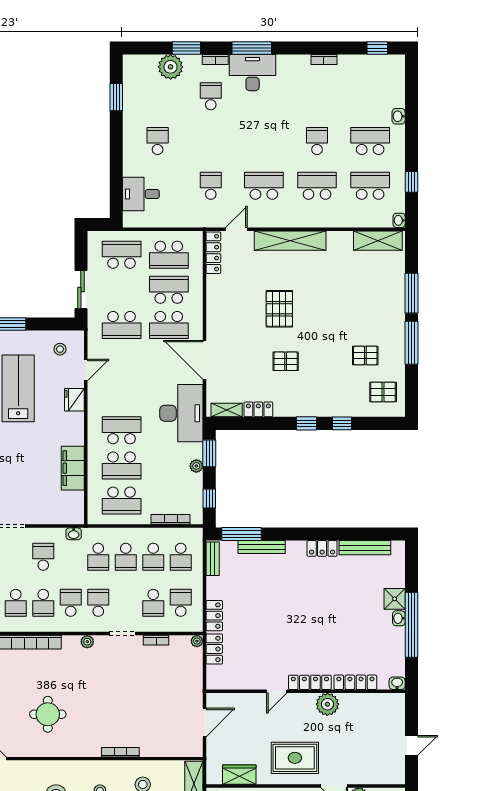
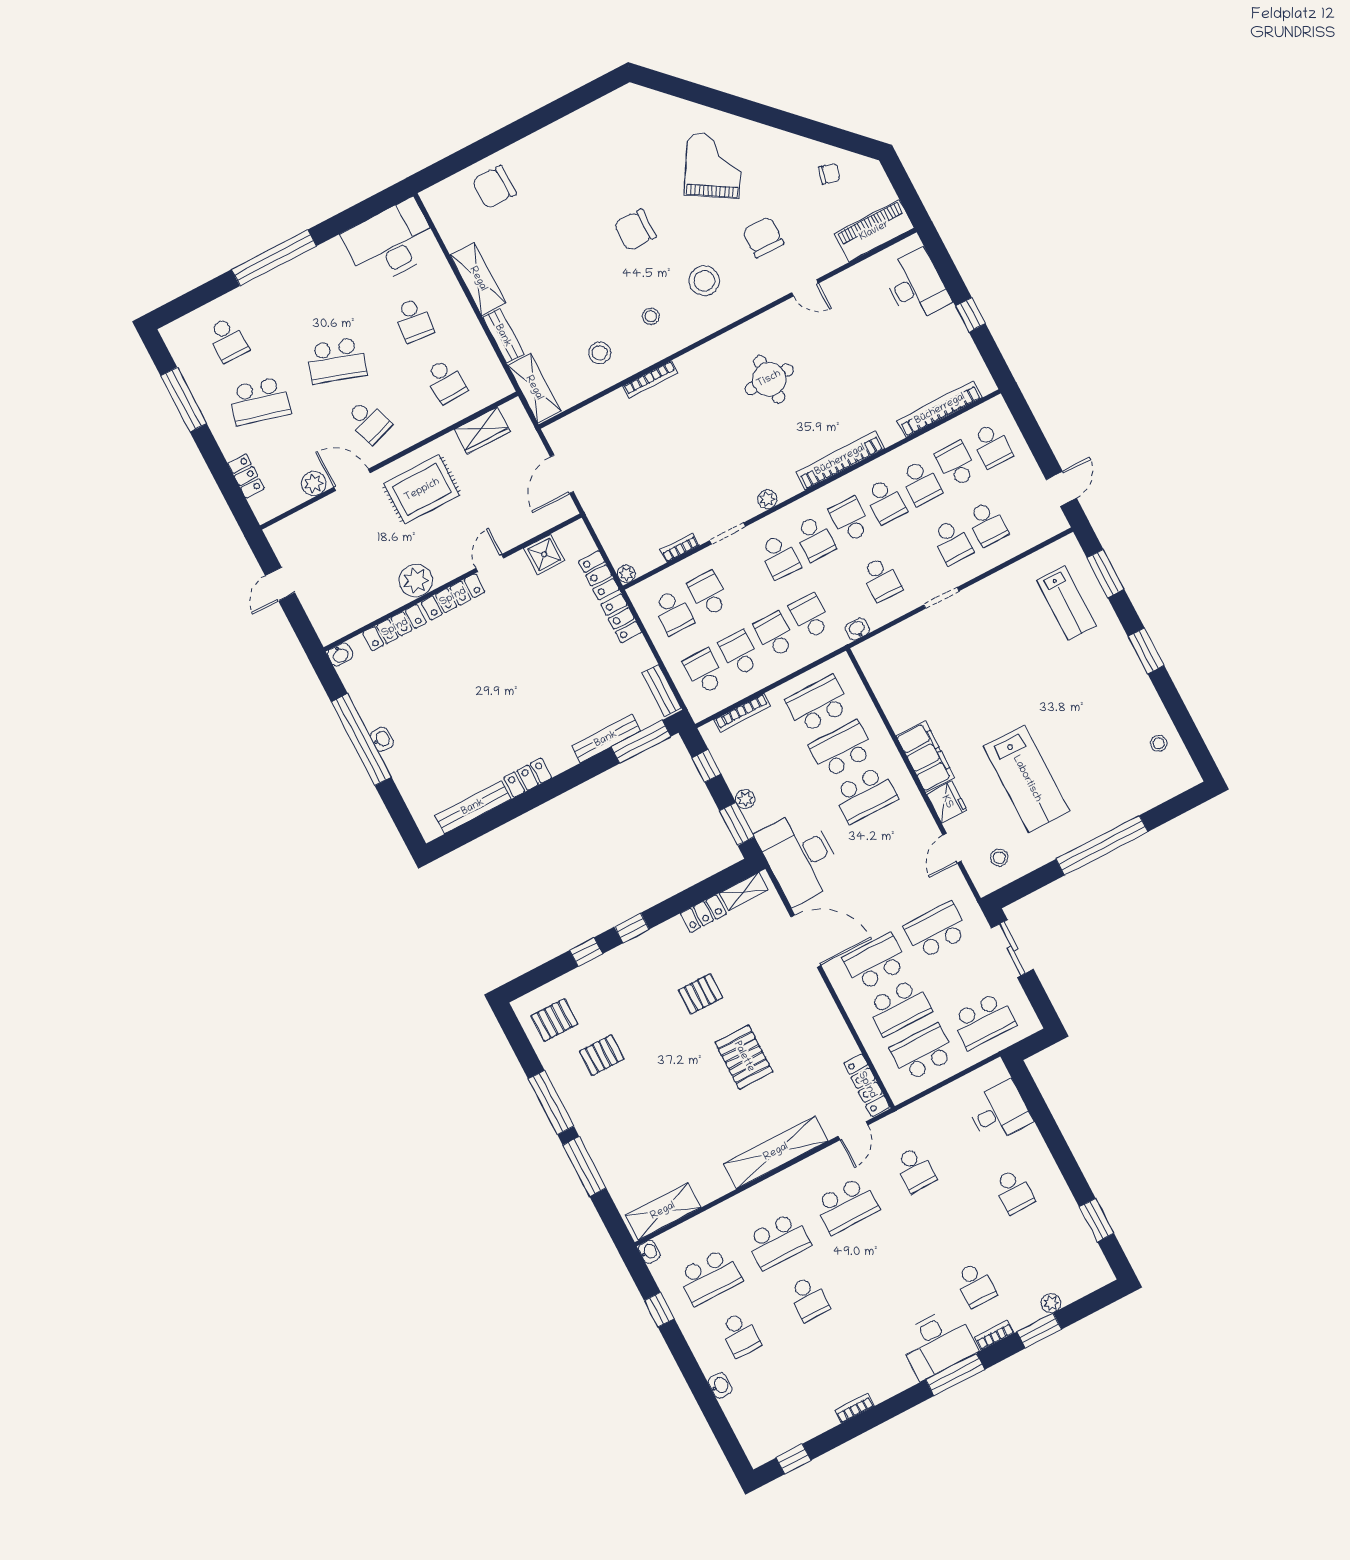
plant: (171, 67) -> (1051, 1303), width x0.53, depth x0.53
school desk: (370, 141) -> (740, 1334), width x0.54
filing cabinet: (73, 468) -> (925, 756), moved
shower: (395, 599) -> (544, 554), moved
school desk: (16, 603) -> (886, 501), turned 180

